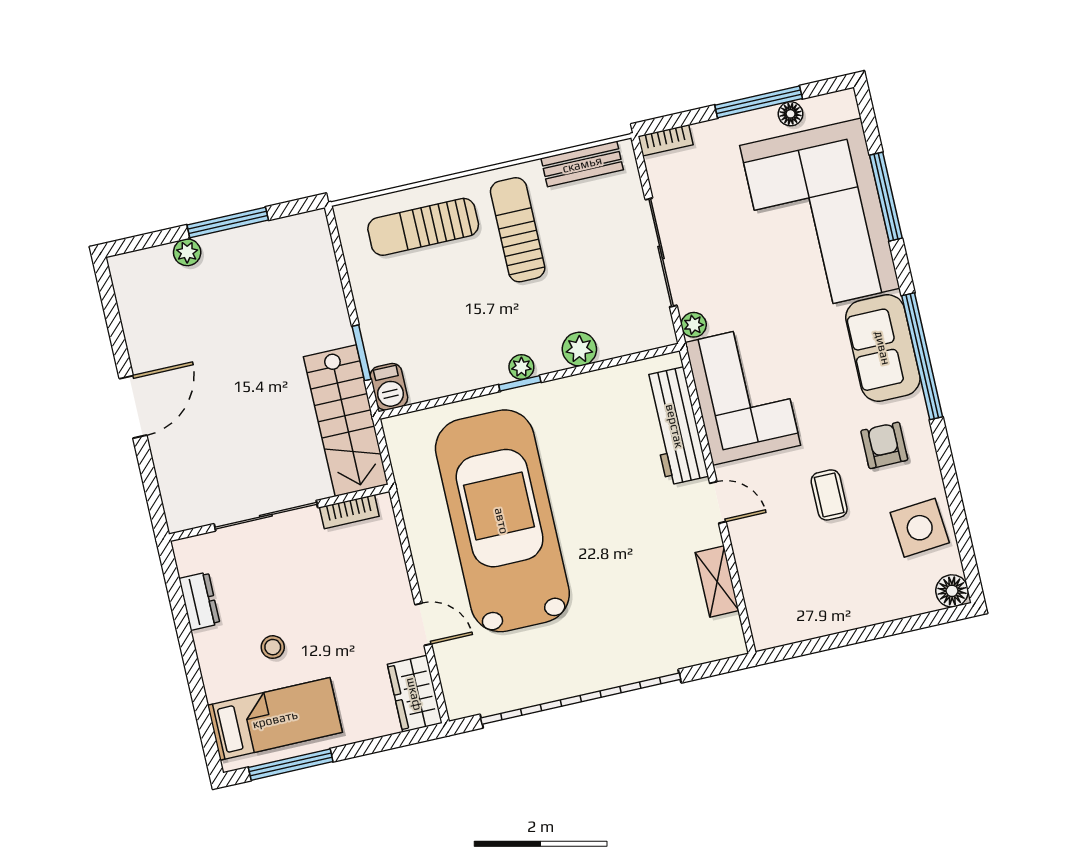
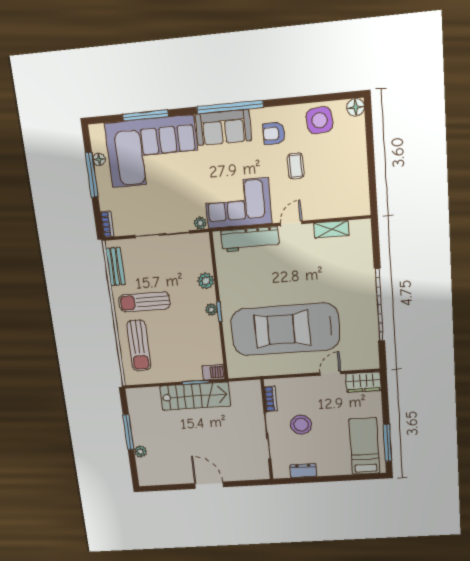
stairs: (346, 421) -> (195, 396), moved
coffee table: (829, 495) -> (296, 166), turned 90
stool: (273, 647) -> (301, 425), moved, width x1.89, depth x1.89
garage door: (581, 699) -> (379, 305), width x0.73

